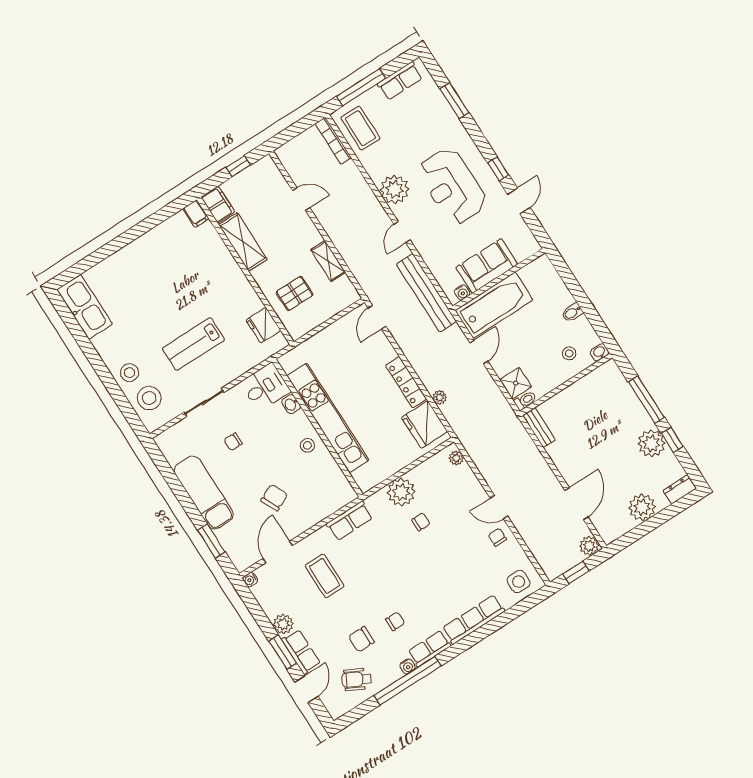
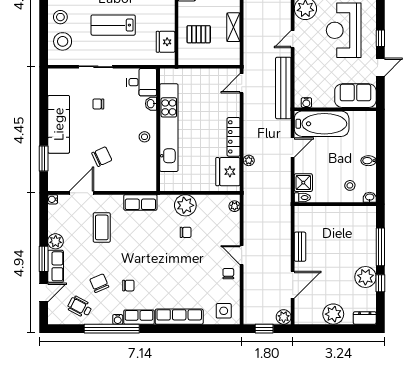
sofa: (487, 266) -> (355, 96), moved
bench: (539, 428) -> (300, 247), moved
chair: (361, 639) -> (99, 283), turned 67

